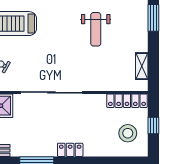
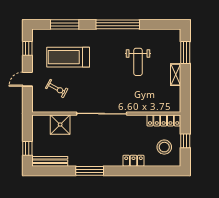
shelving: (142, 66) -> (176, 75), moved
locker: (70, 150) -> (133, 161), moved

